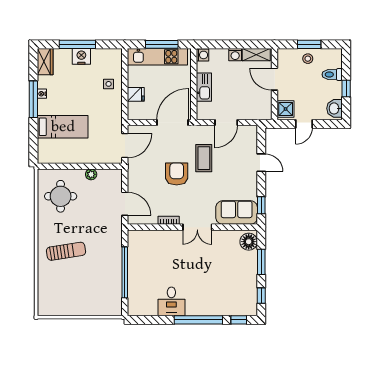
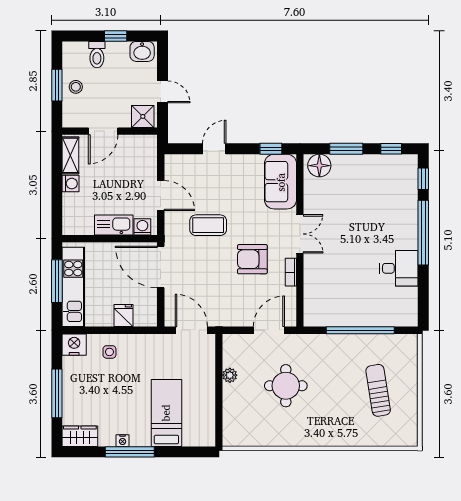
washing machine: (203, 55) -> (142, 227), moved
nightstand: (81, 56) -> (74, 345), moved, turned 90
armchair: (177, 174) -> (252, 259), moved
round table: (61, 196) -> (286, 386), moved
sun lounger: (66, 251) -> (378, 390), moved

